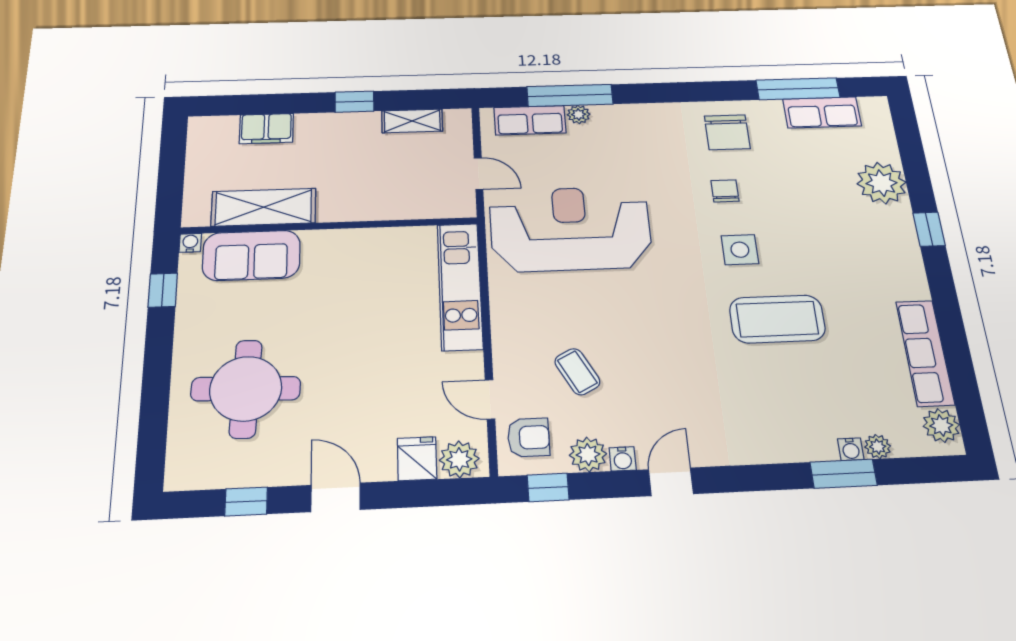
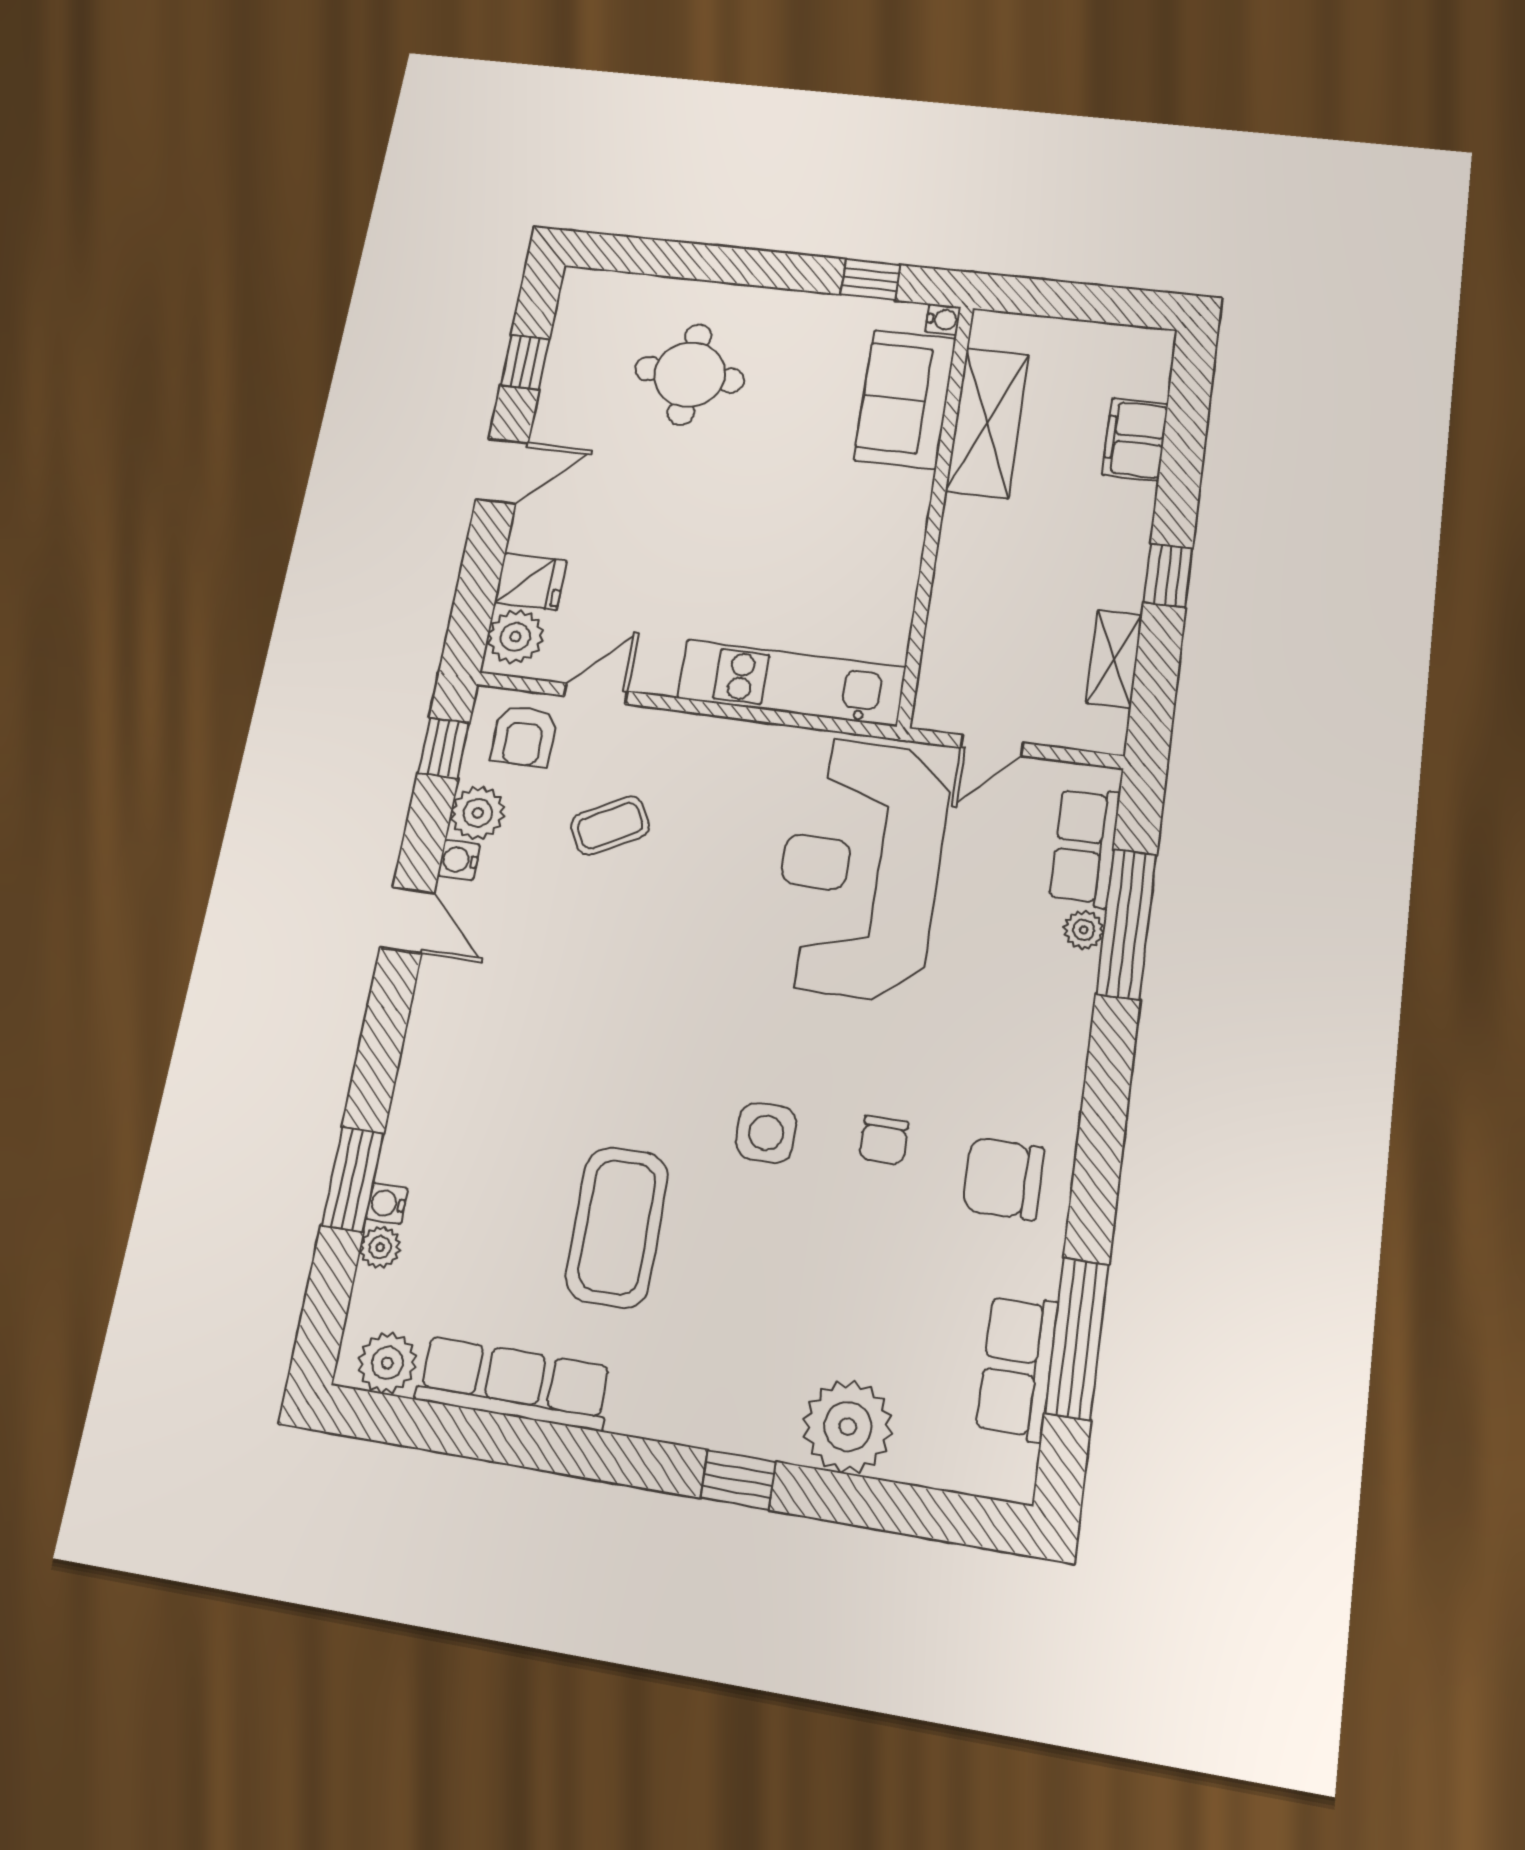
chair: (725, 191) -> (884, 1140), turned 90
reception desk: (570, 229) -> (860, 868), turned 180
coffee table: (777, 319) -> (617, 1227), moved
round table: (246, 389) -> (690, 375), width x0.73, depth x0.73

